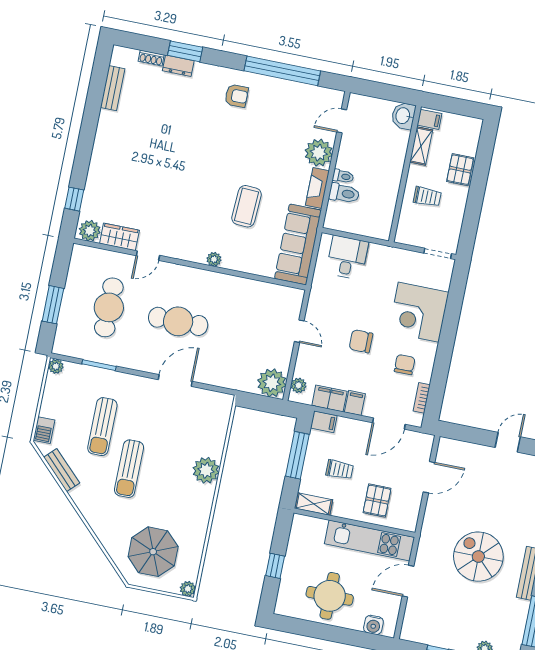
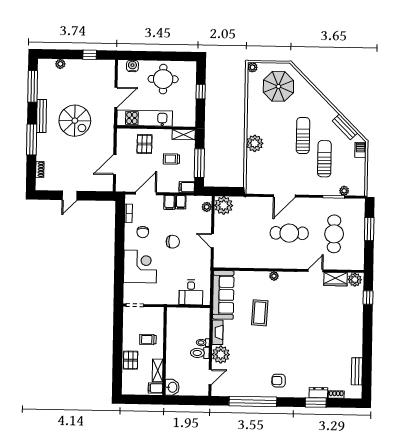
toilet: (344, 193) -> (200, 353), moved
plant: (56, 366) -> (344, 191), moved
filing cabinet: (329, 398) -> (181, 202), width x0.50

